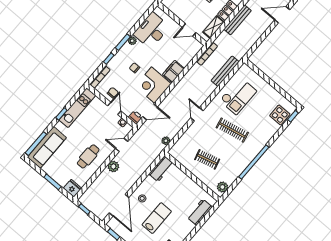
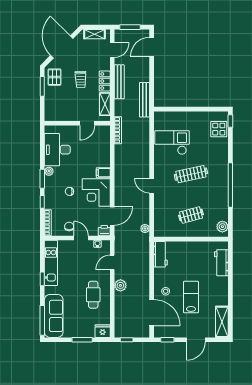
filing cabinet: (173, 71) -> (103, 173), width x0.50
bench: (225, 71) -> (145, 100), moved
checkout: (238, 96) -> (172, 143), turned -90

